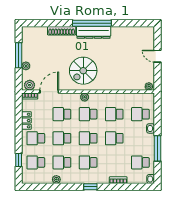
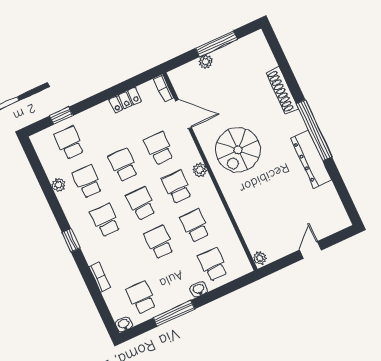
dresser: (94, 32) -> (311, 159), moved
spiral stairs: (83, 71) -> (238, 150), turned -90
plant: (30, 85) -> (180, 80), removed
school desk: (36, 138) -> (105, 126), removed

